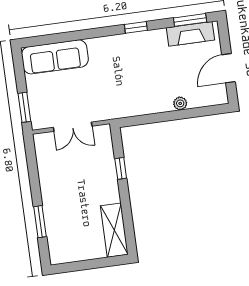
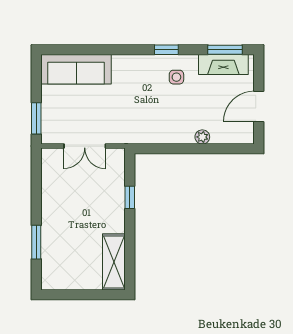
side table: (149, 51) -> (176, 77), added

